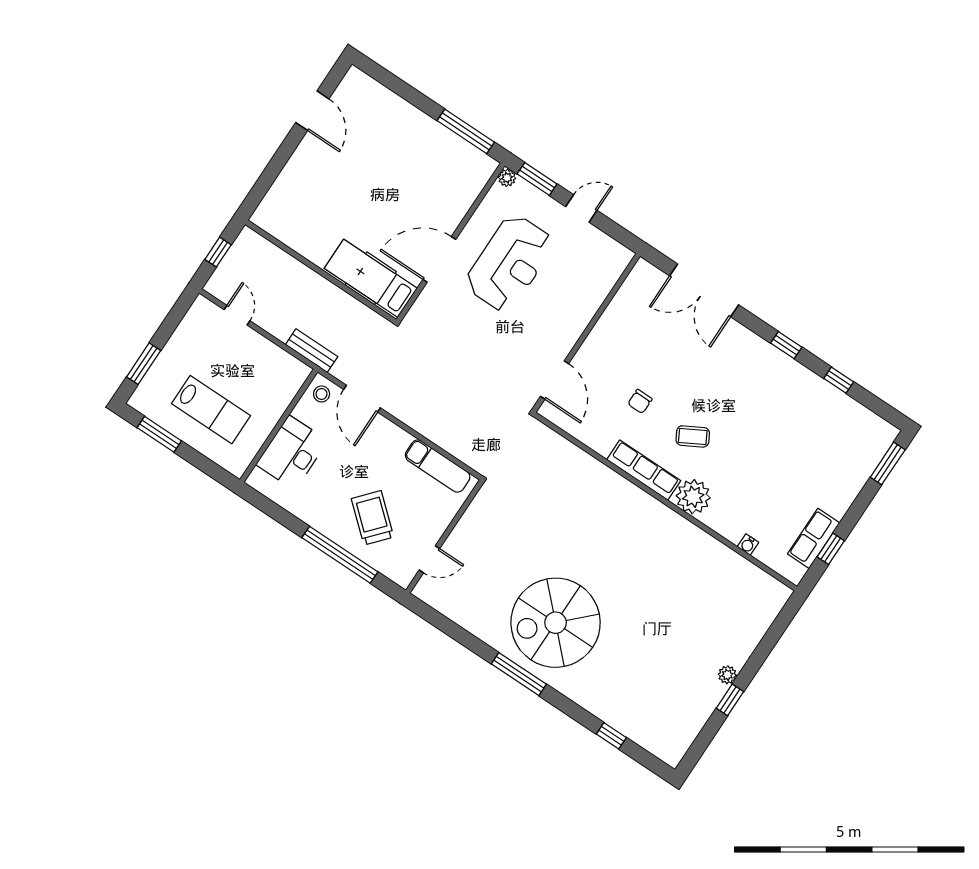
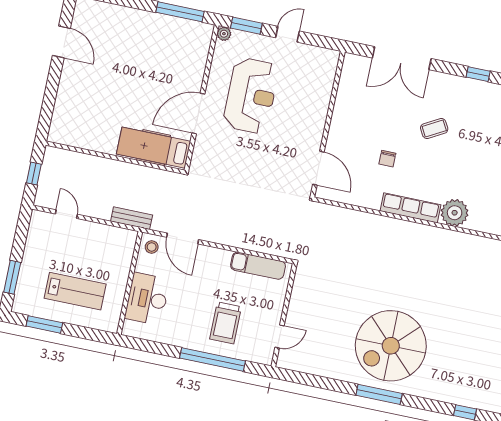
coffee table: (693, 436) -> (434, 128), moved
trolley: (373, 518) -> (226, 323), turned -131

